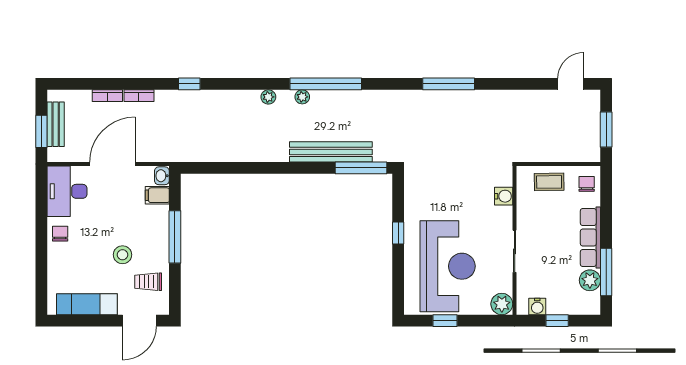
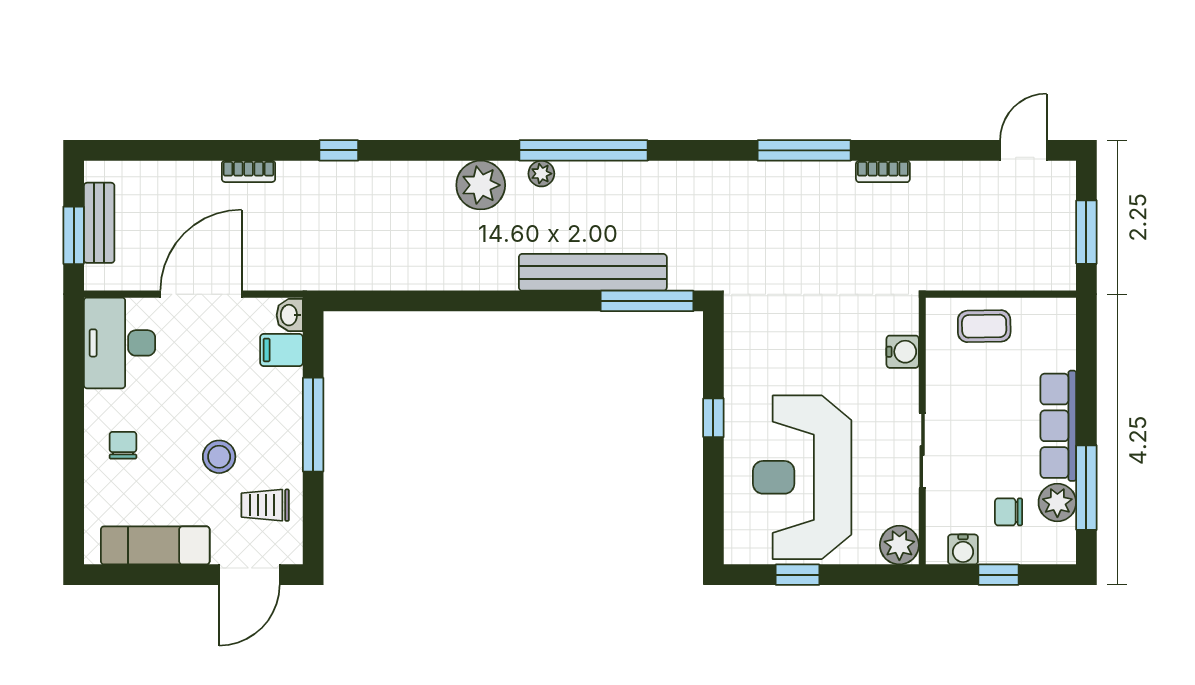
bookcase: (107, 96) -> (883, 171), moved
plant: (268, 97) -> (481, 185), width x1.88, depth x1.88
chair: (587, 184) -> (1009, 512), moved, turned -90
chair: (60, 234) -> (123, 445), moved
reception desk: (448, 266) -> (802, 477), turned 180

